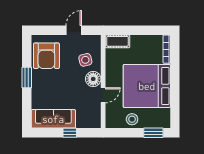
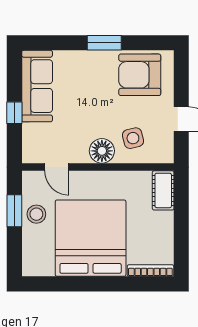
door: (103, 95) -> (57, 167), moved
window: (153, 133) -> (14, 211), moved

